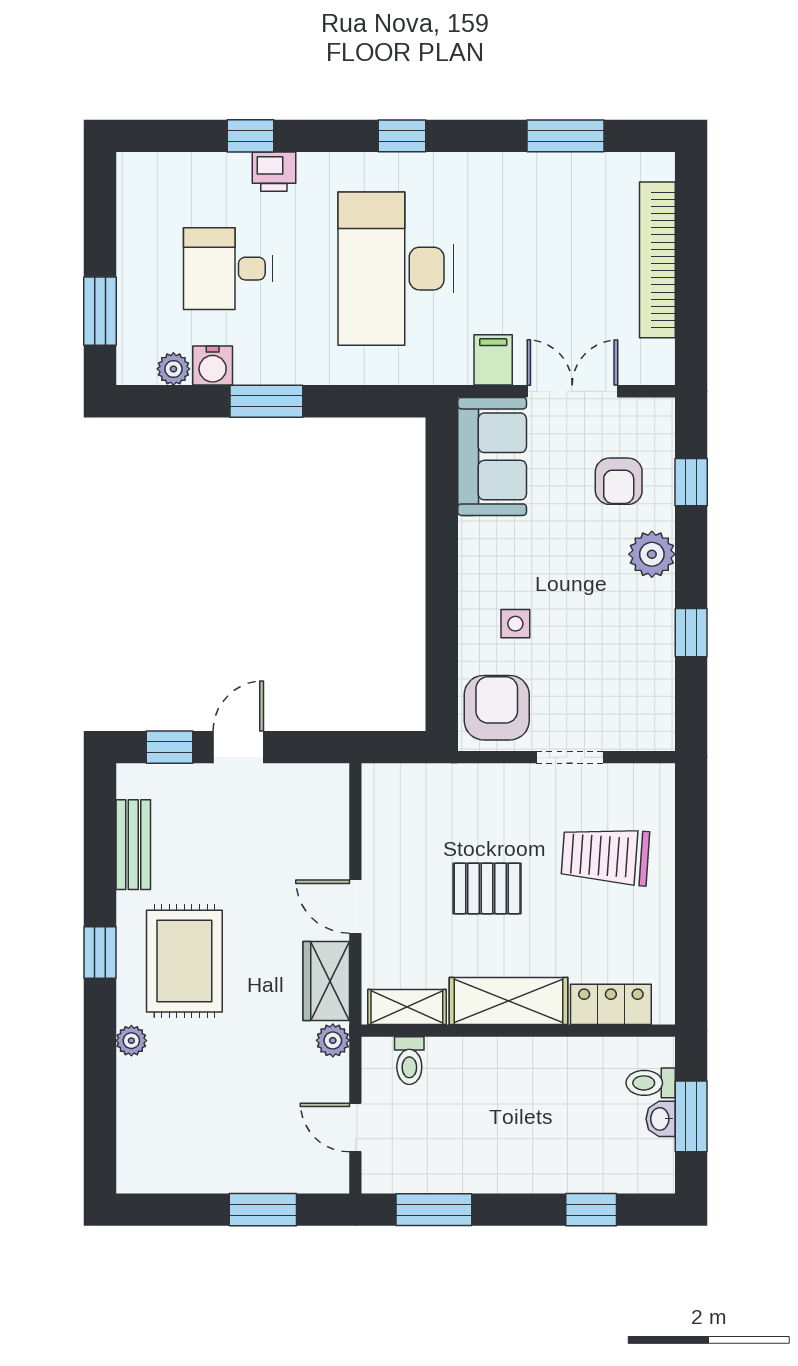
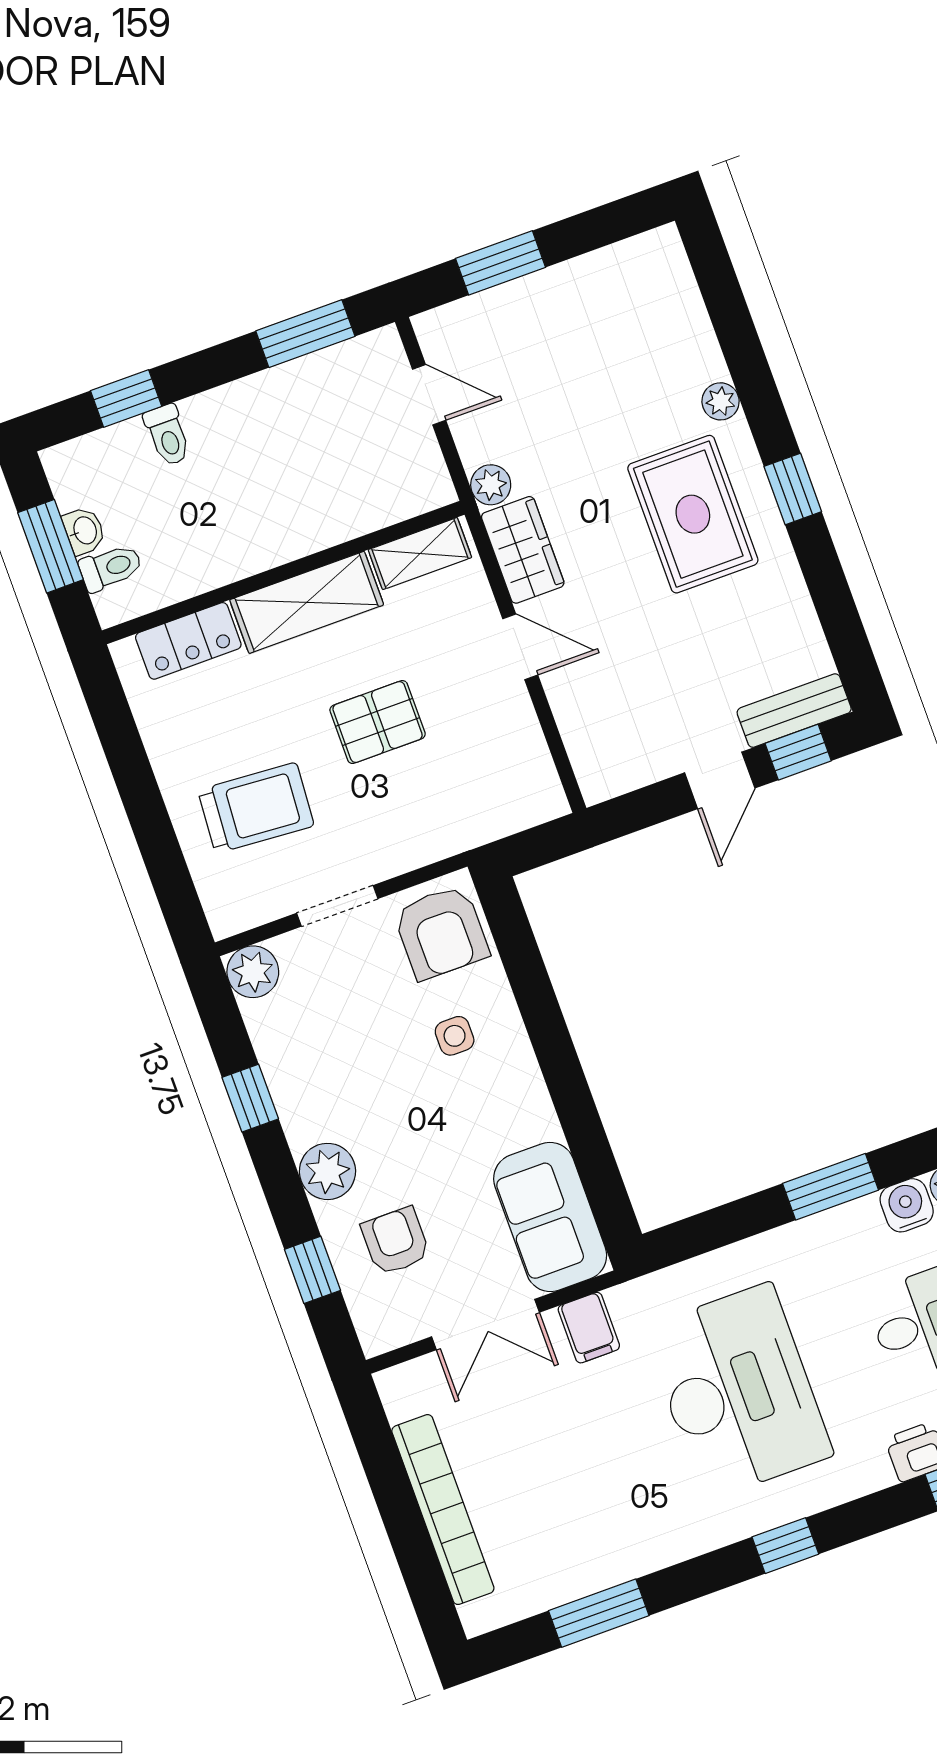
plant: (654, 730) -> (253, 972), added
bench: (133, 845) -> (794, 711), moved, turned 90
toilet: (409, 1061) -> (168, 435), moved, turned 180

